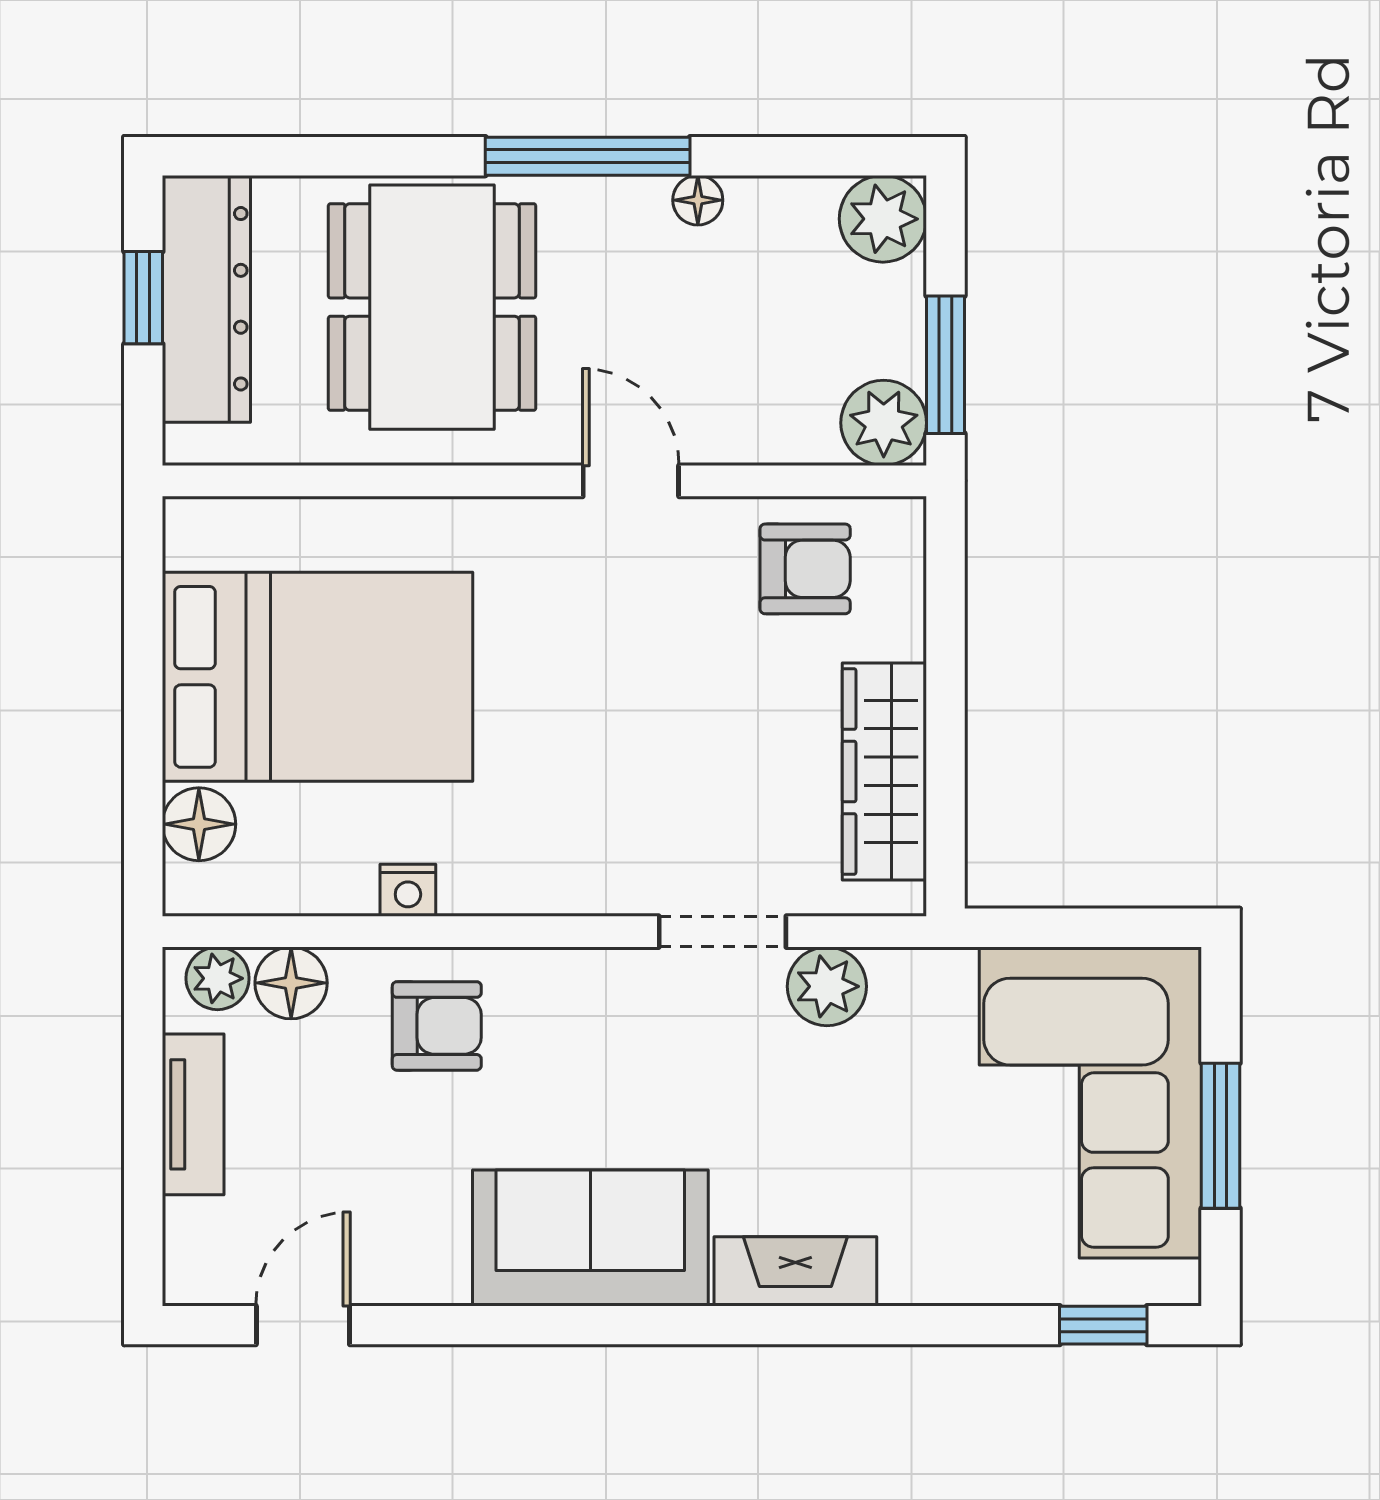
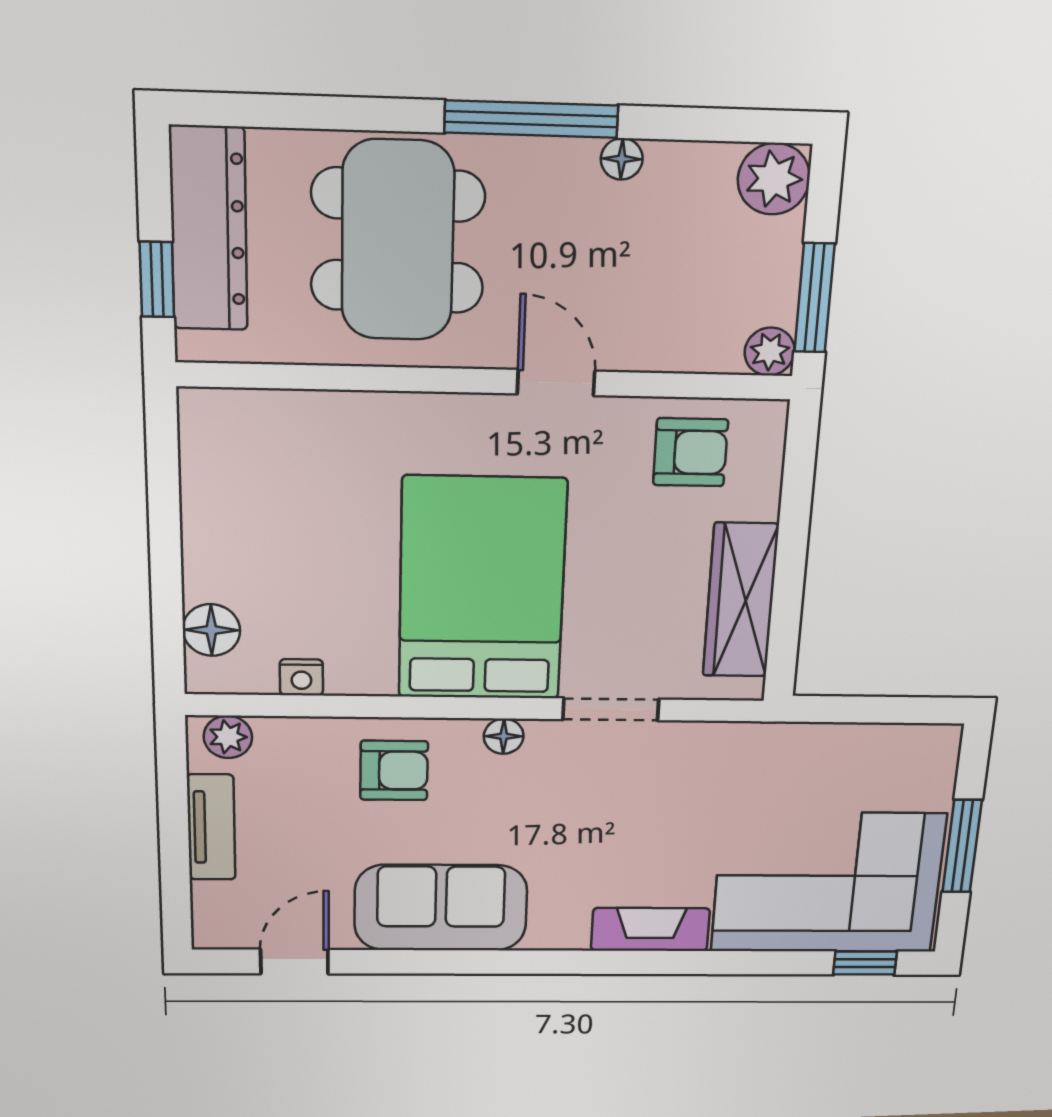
window: (143, 298) -> (157, 280), moved
plant: (884, 423) -> (770, 352), width x0.73, depth x0.73
bed: (317, 677) -> (482, 589), moved, turned -90
nightstand: (408, 890) -> (301, 677), moved
floor lamp: (291, 983) -> (504, 736), moved, width x0.73, depth x0.73
plant: (827, 986) -> (686, 747), removed
corner sofa: (1090, 1102) -> (828, 883), moved, turned 90
sofa: (590, 1238) -> (441, 908), moved

